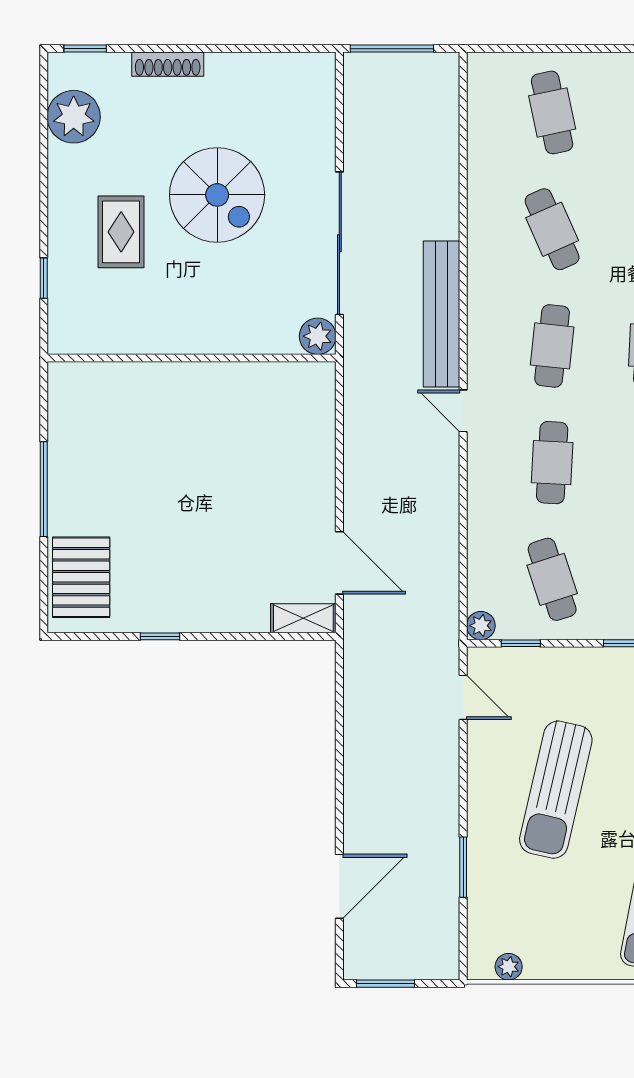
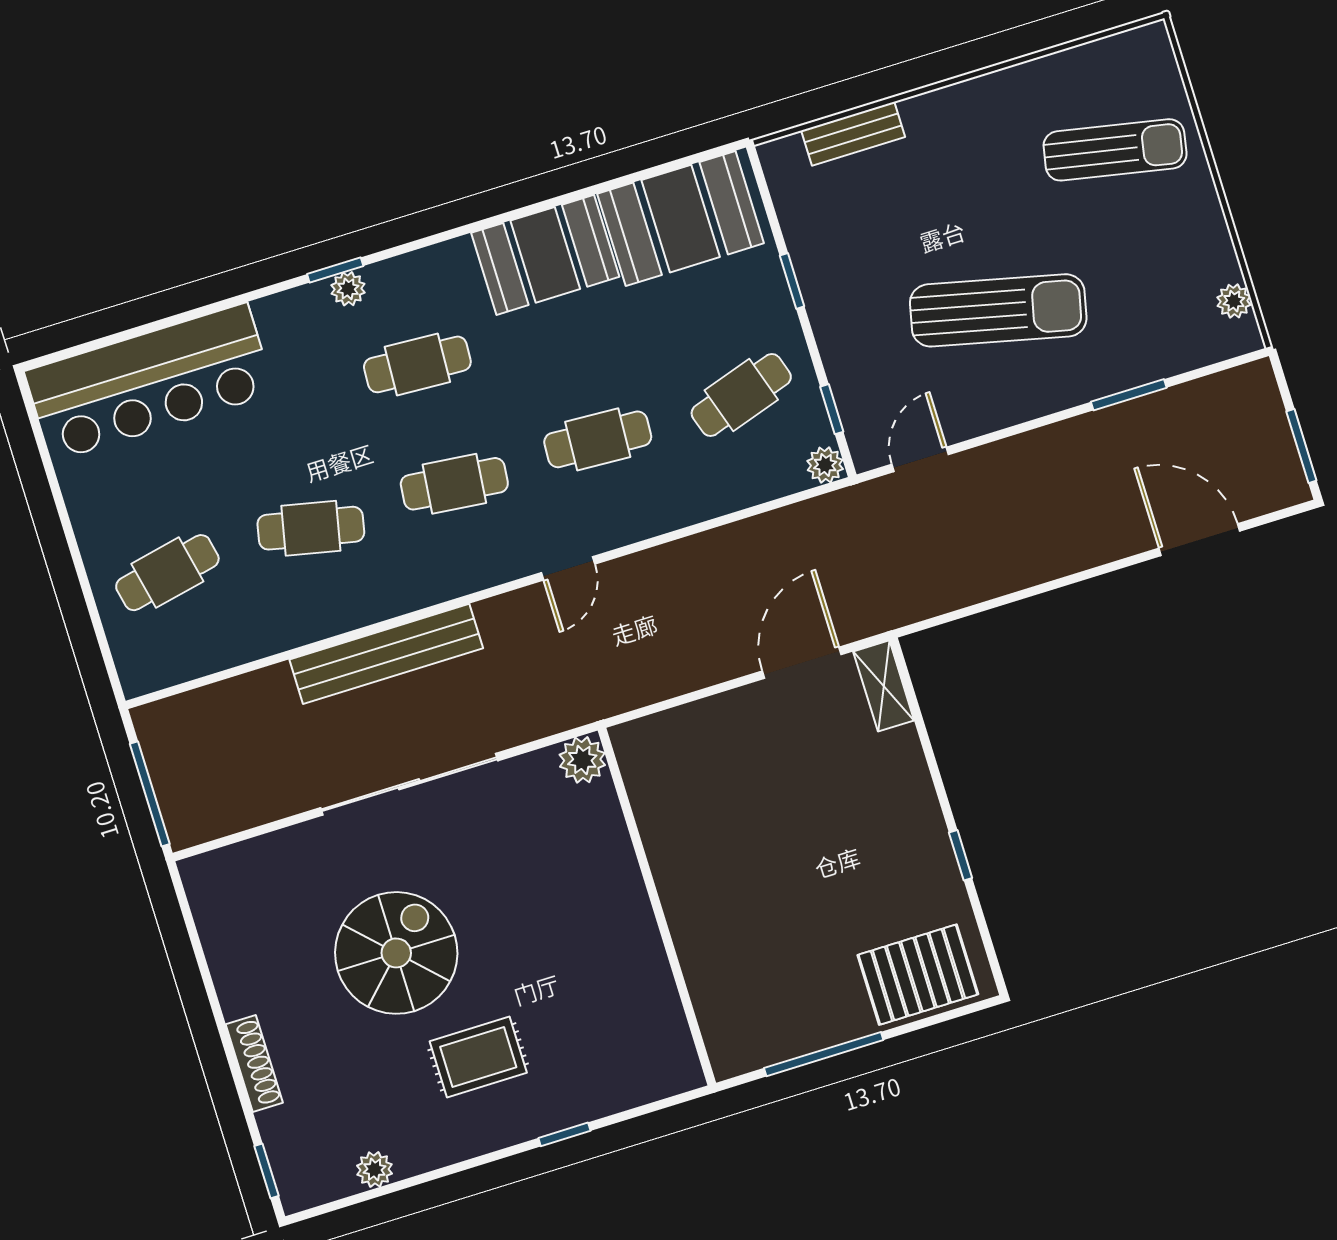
plant: (74, 117) -> (374, 1170), width x0.53, depth x0.53
cafe table: (552, 229) -> (311, 528), turned 36
bench: (442, 314) -> (386, 654), moved
plant: (318, 336) -> (582, 760), moved
wall: (192, 358) -> (657, 907), moved

